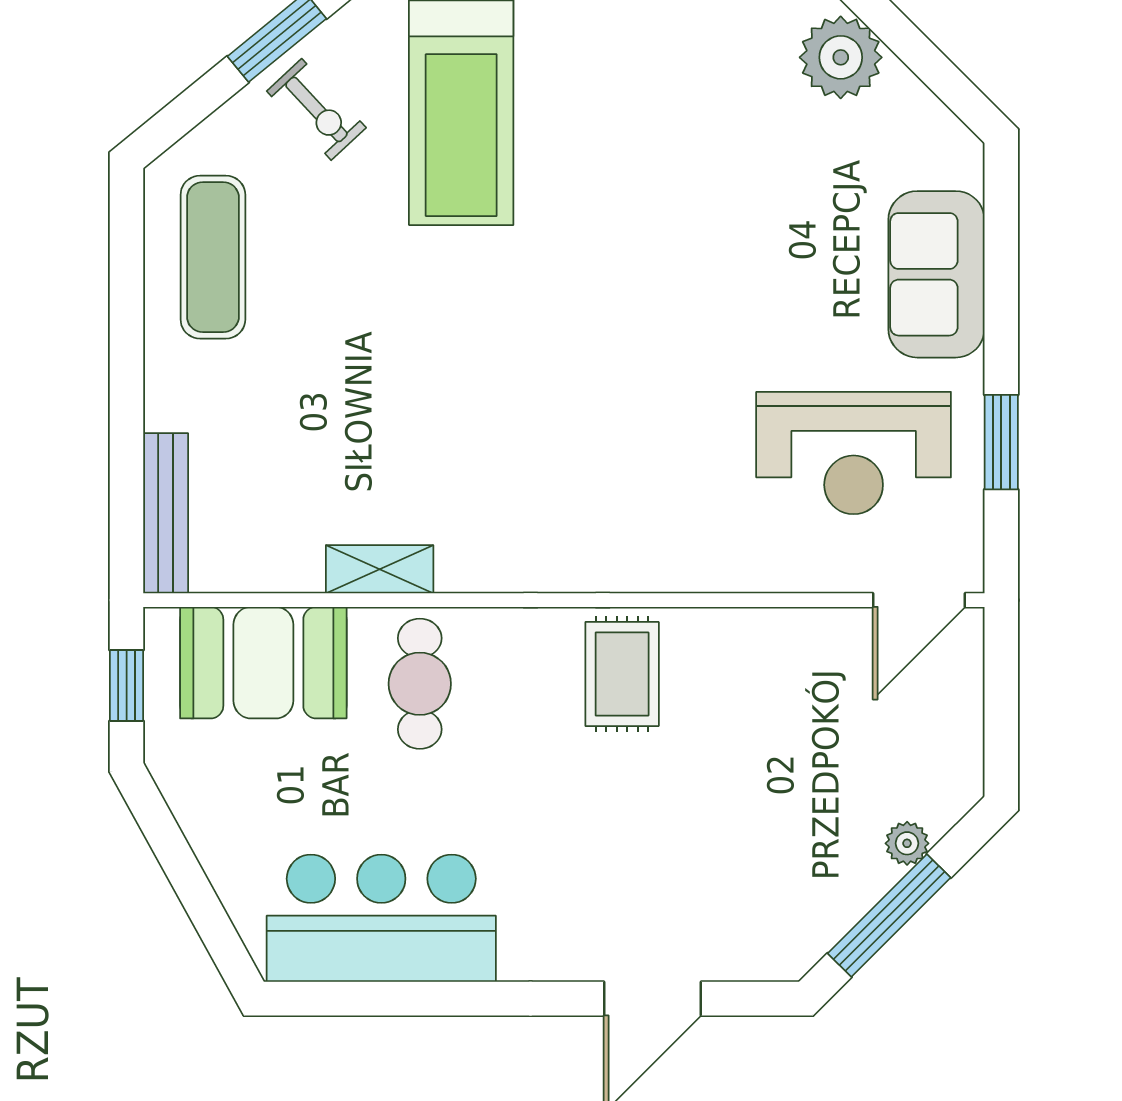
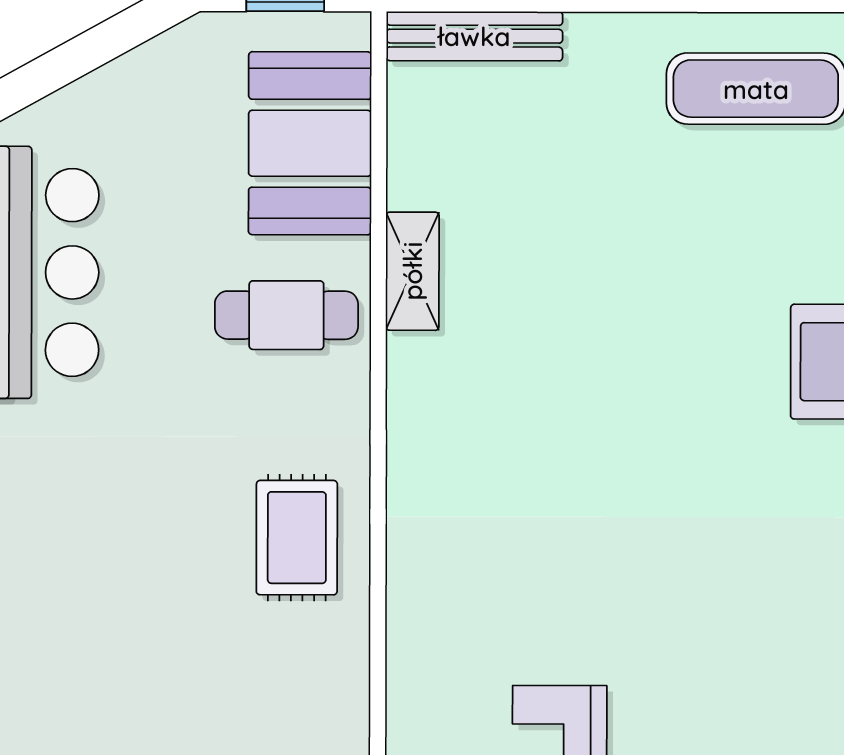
rug: (622, 674) -> (297, 538), turned 90

